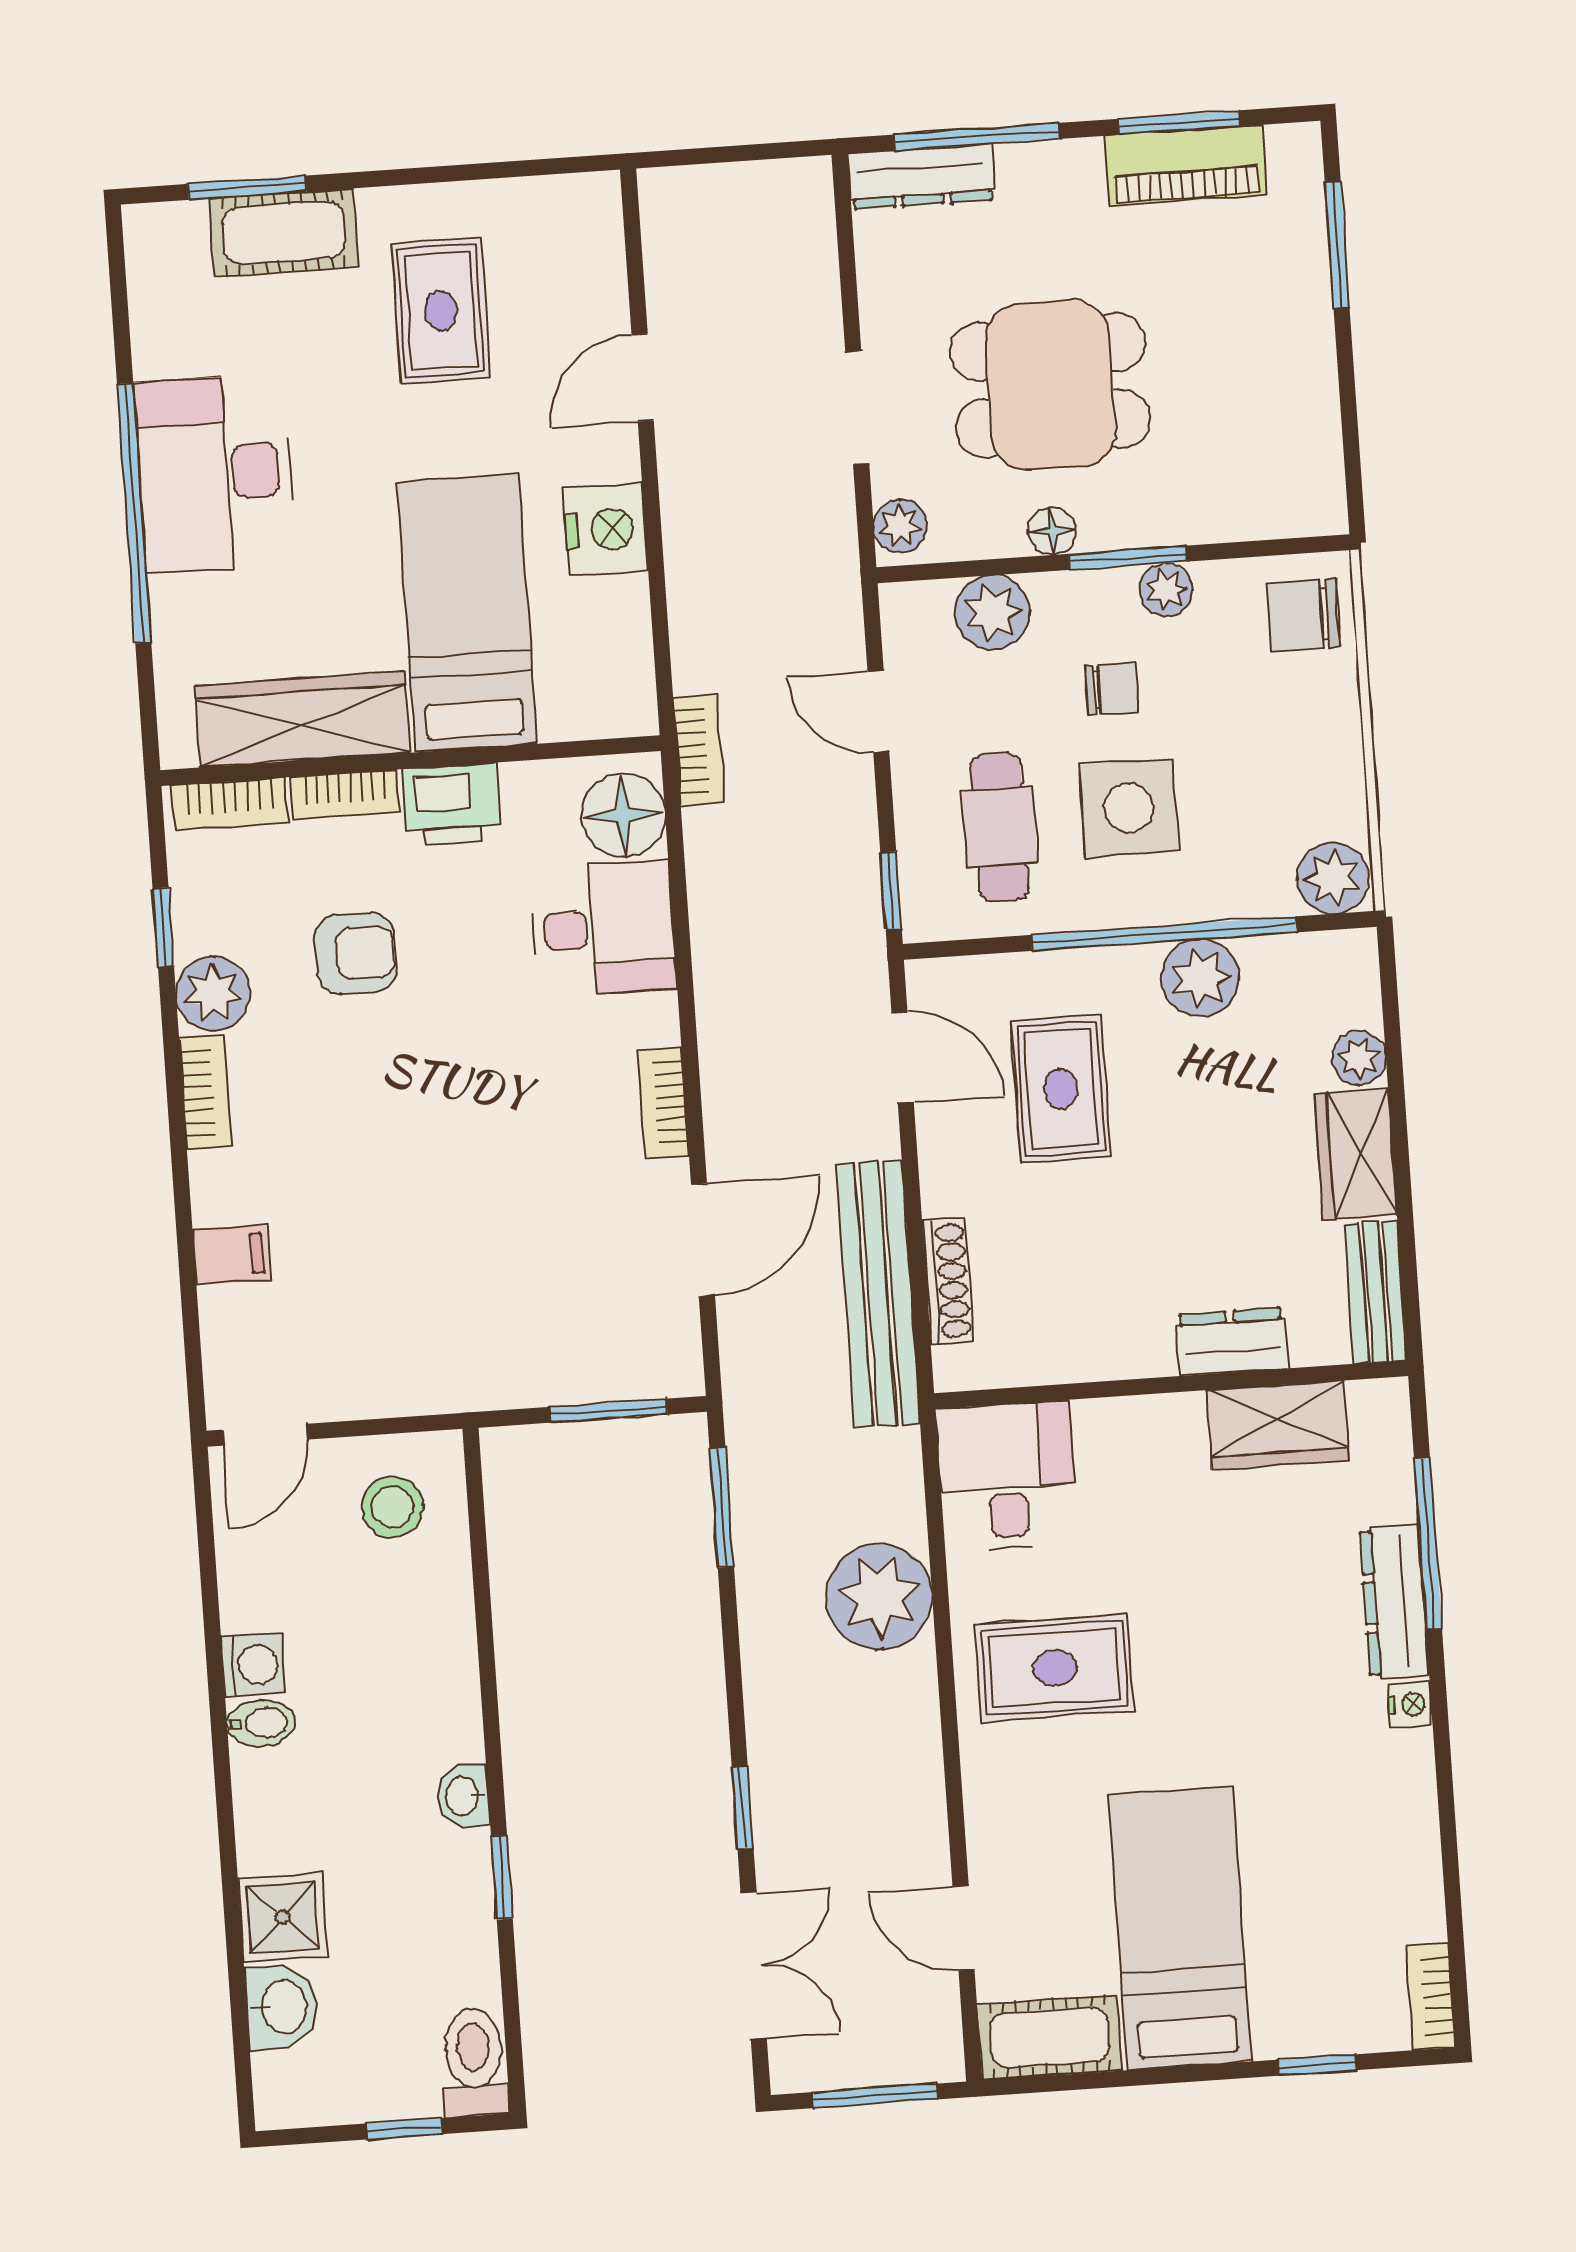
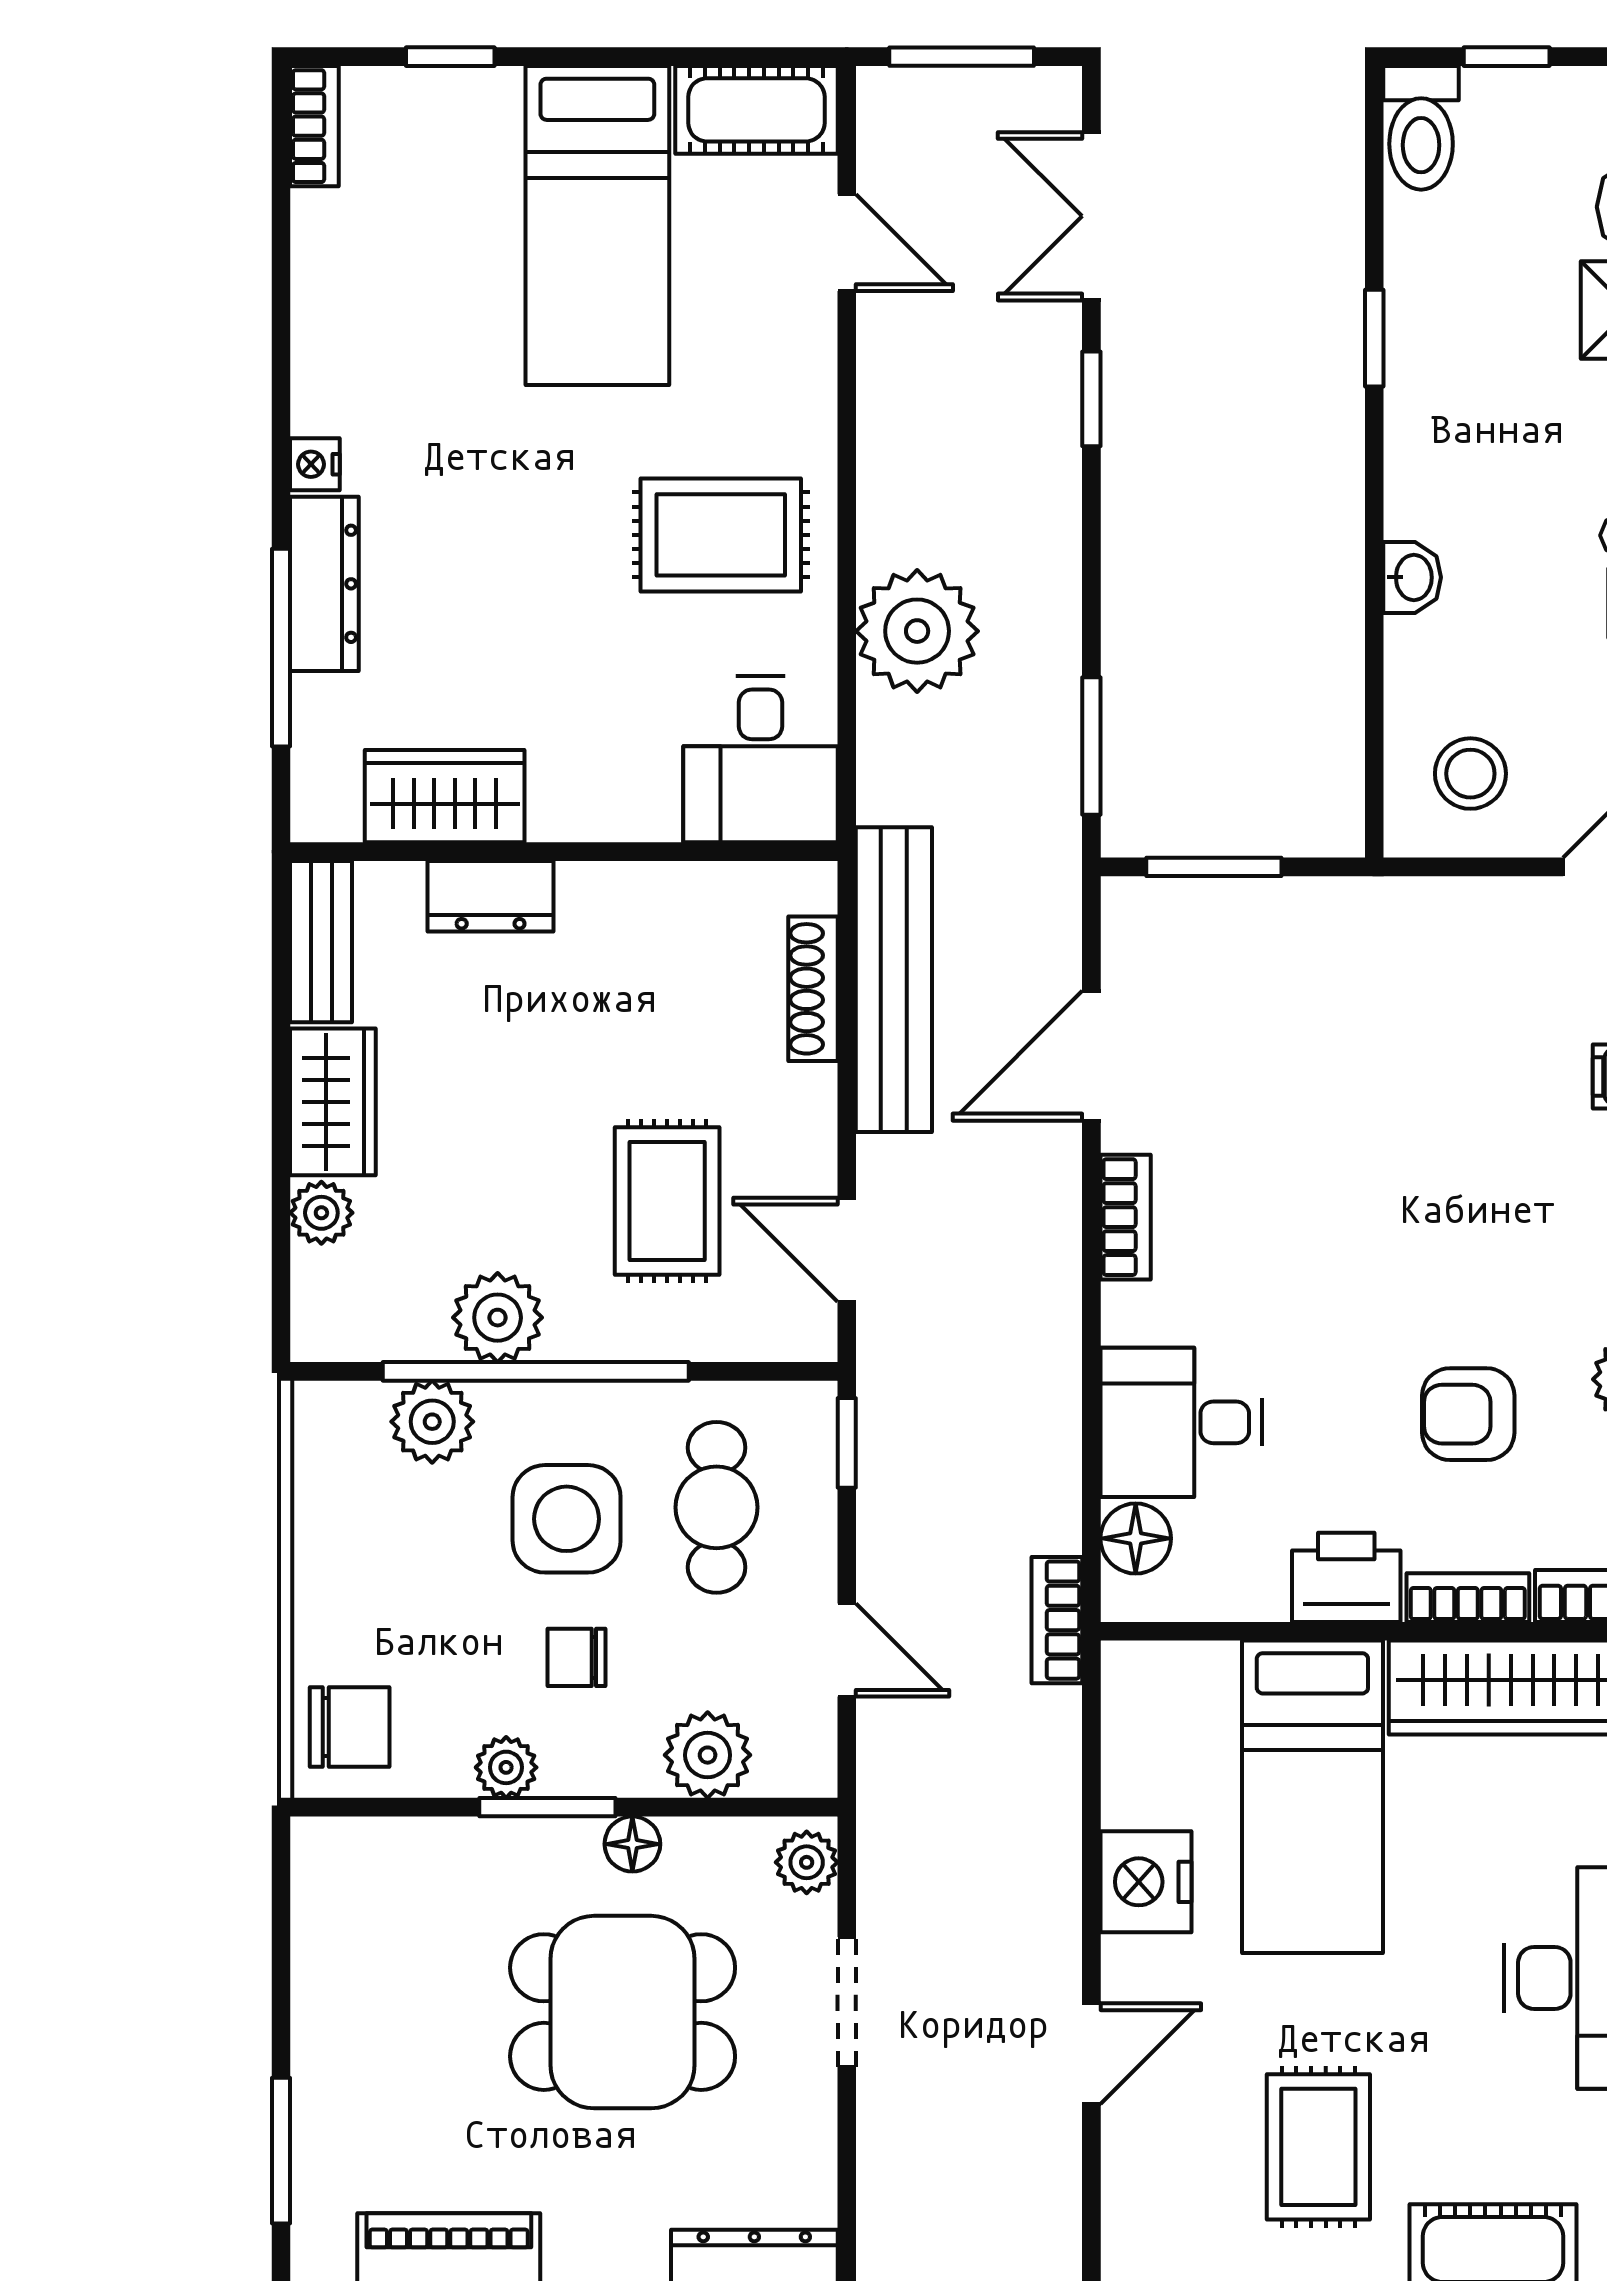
floor lamp: (623, 815) -> (1136, 1538), width x0.73, depth x0.73
plant: (1333, 878) -> (432, 1422), moved
washbasin: (463, 1796) -> (1412, 577), moved

